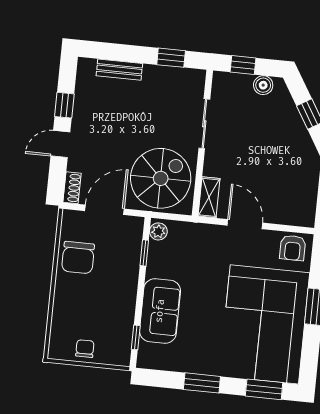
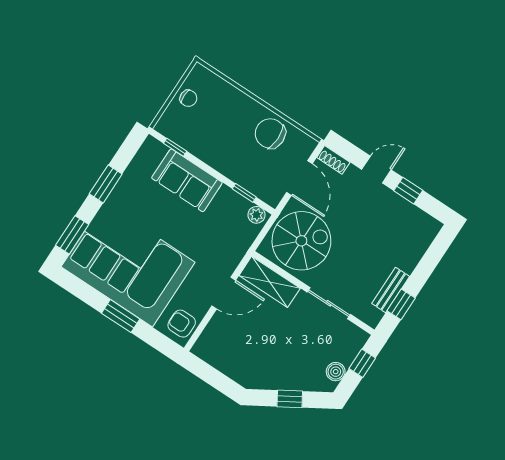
bench: (119, 70) -> (391, 290), moved
door: (60, 144) -> (376, 170), hinge flipped
spiral stairs: (161, 178) -> (301, 241), turned -90
shelving: (209, 197) -> (270, 282), width x1.50, depth x1.33

